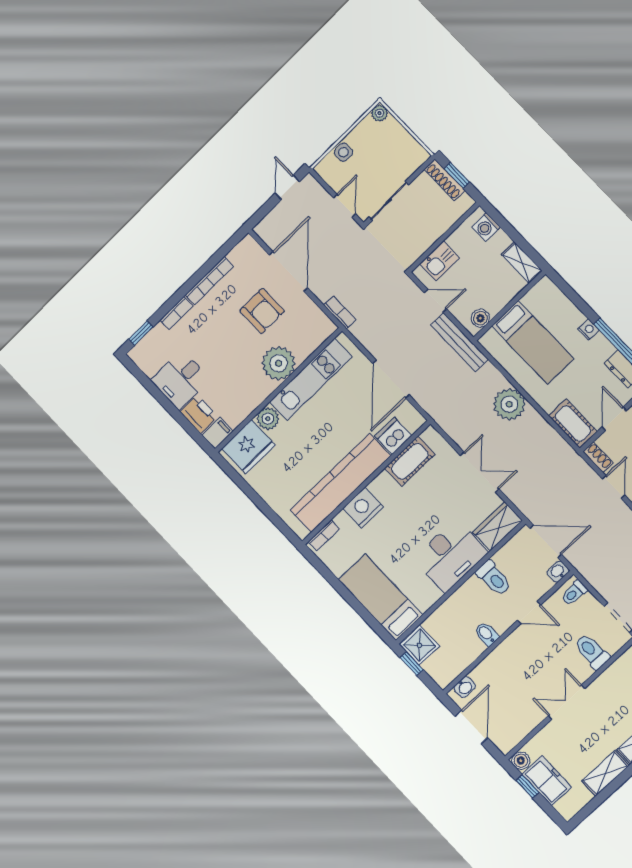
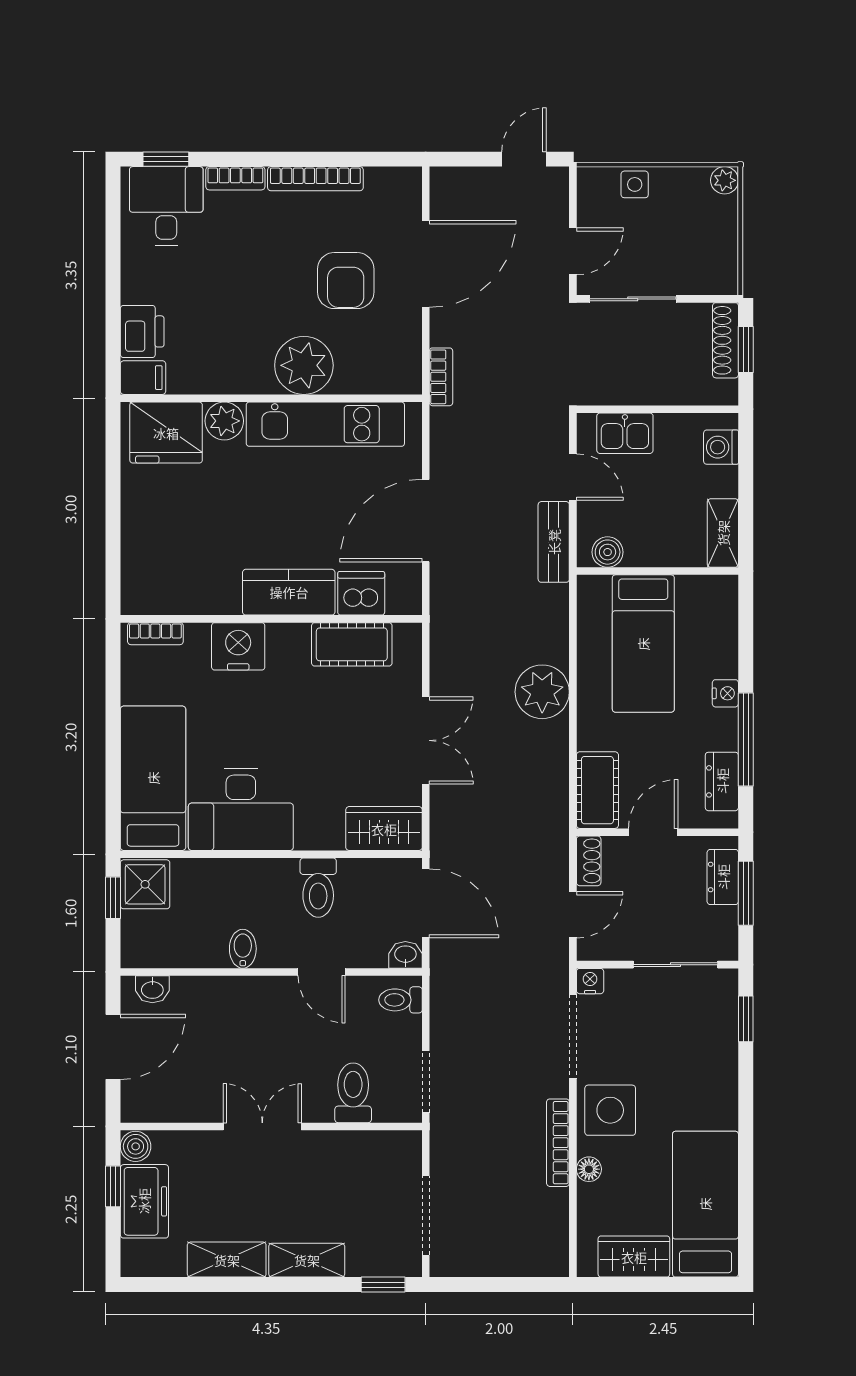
bench: (459, 342) -> (554, 542), width x0.73
desk: (180, 380) -> (166, 206), moved, turned 90
kitchen counter: (340, 483) -> (289, 592), width x0.48, depth x0.86
desk: (451, 556) -> (241, 809), moved

